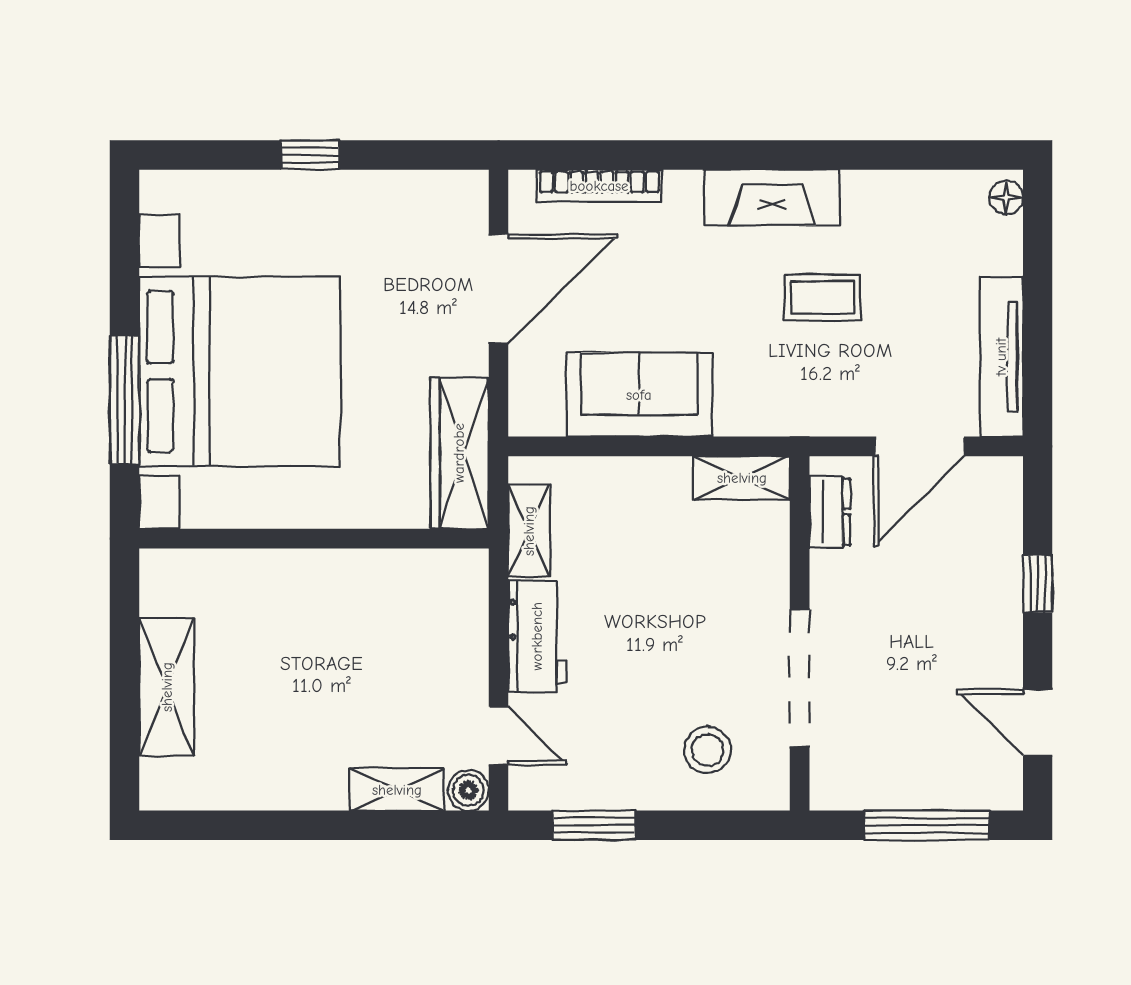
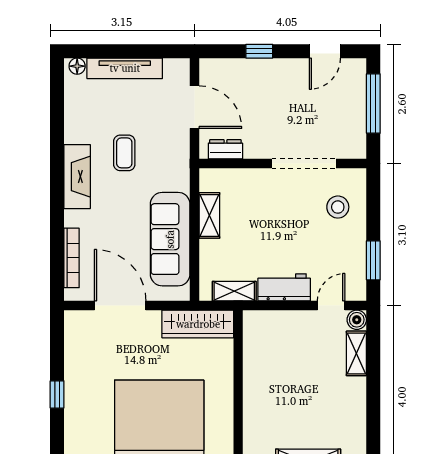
tv unit: (1001, 357) -> (125, 68), moved
sofa: (639, 395) -> (170, 239), width x1.36
shelving: (742, 478) -> (209, 215), moved

